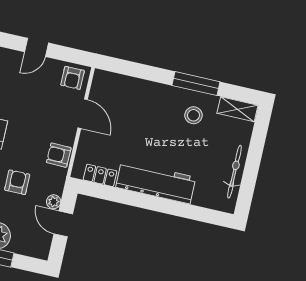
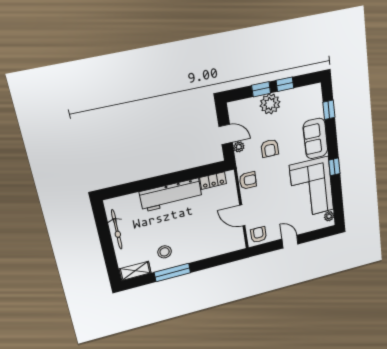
door: (36, 47) -> (290, 242), hinge flipped

